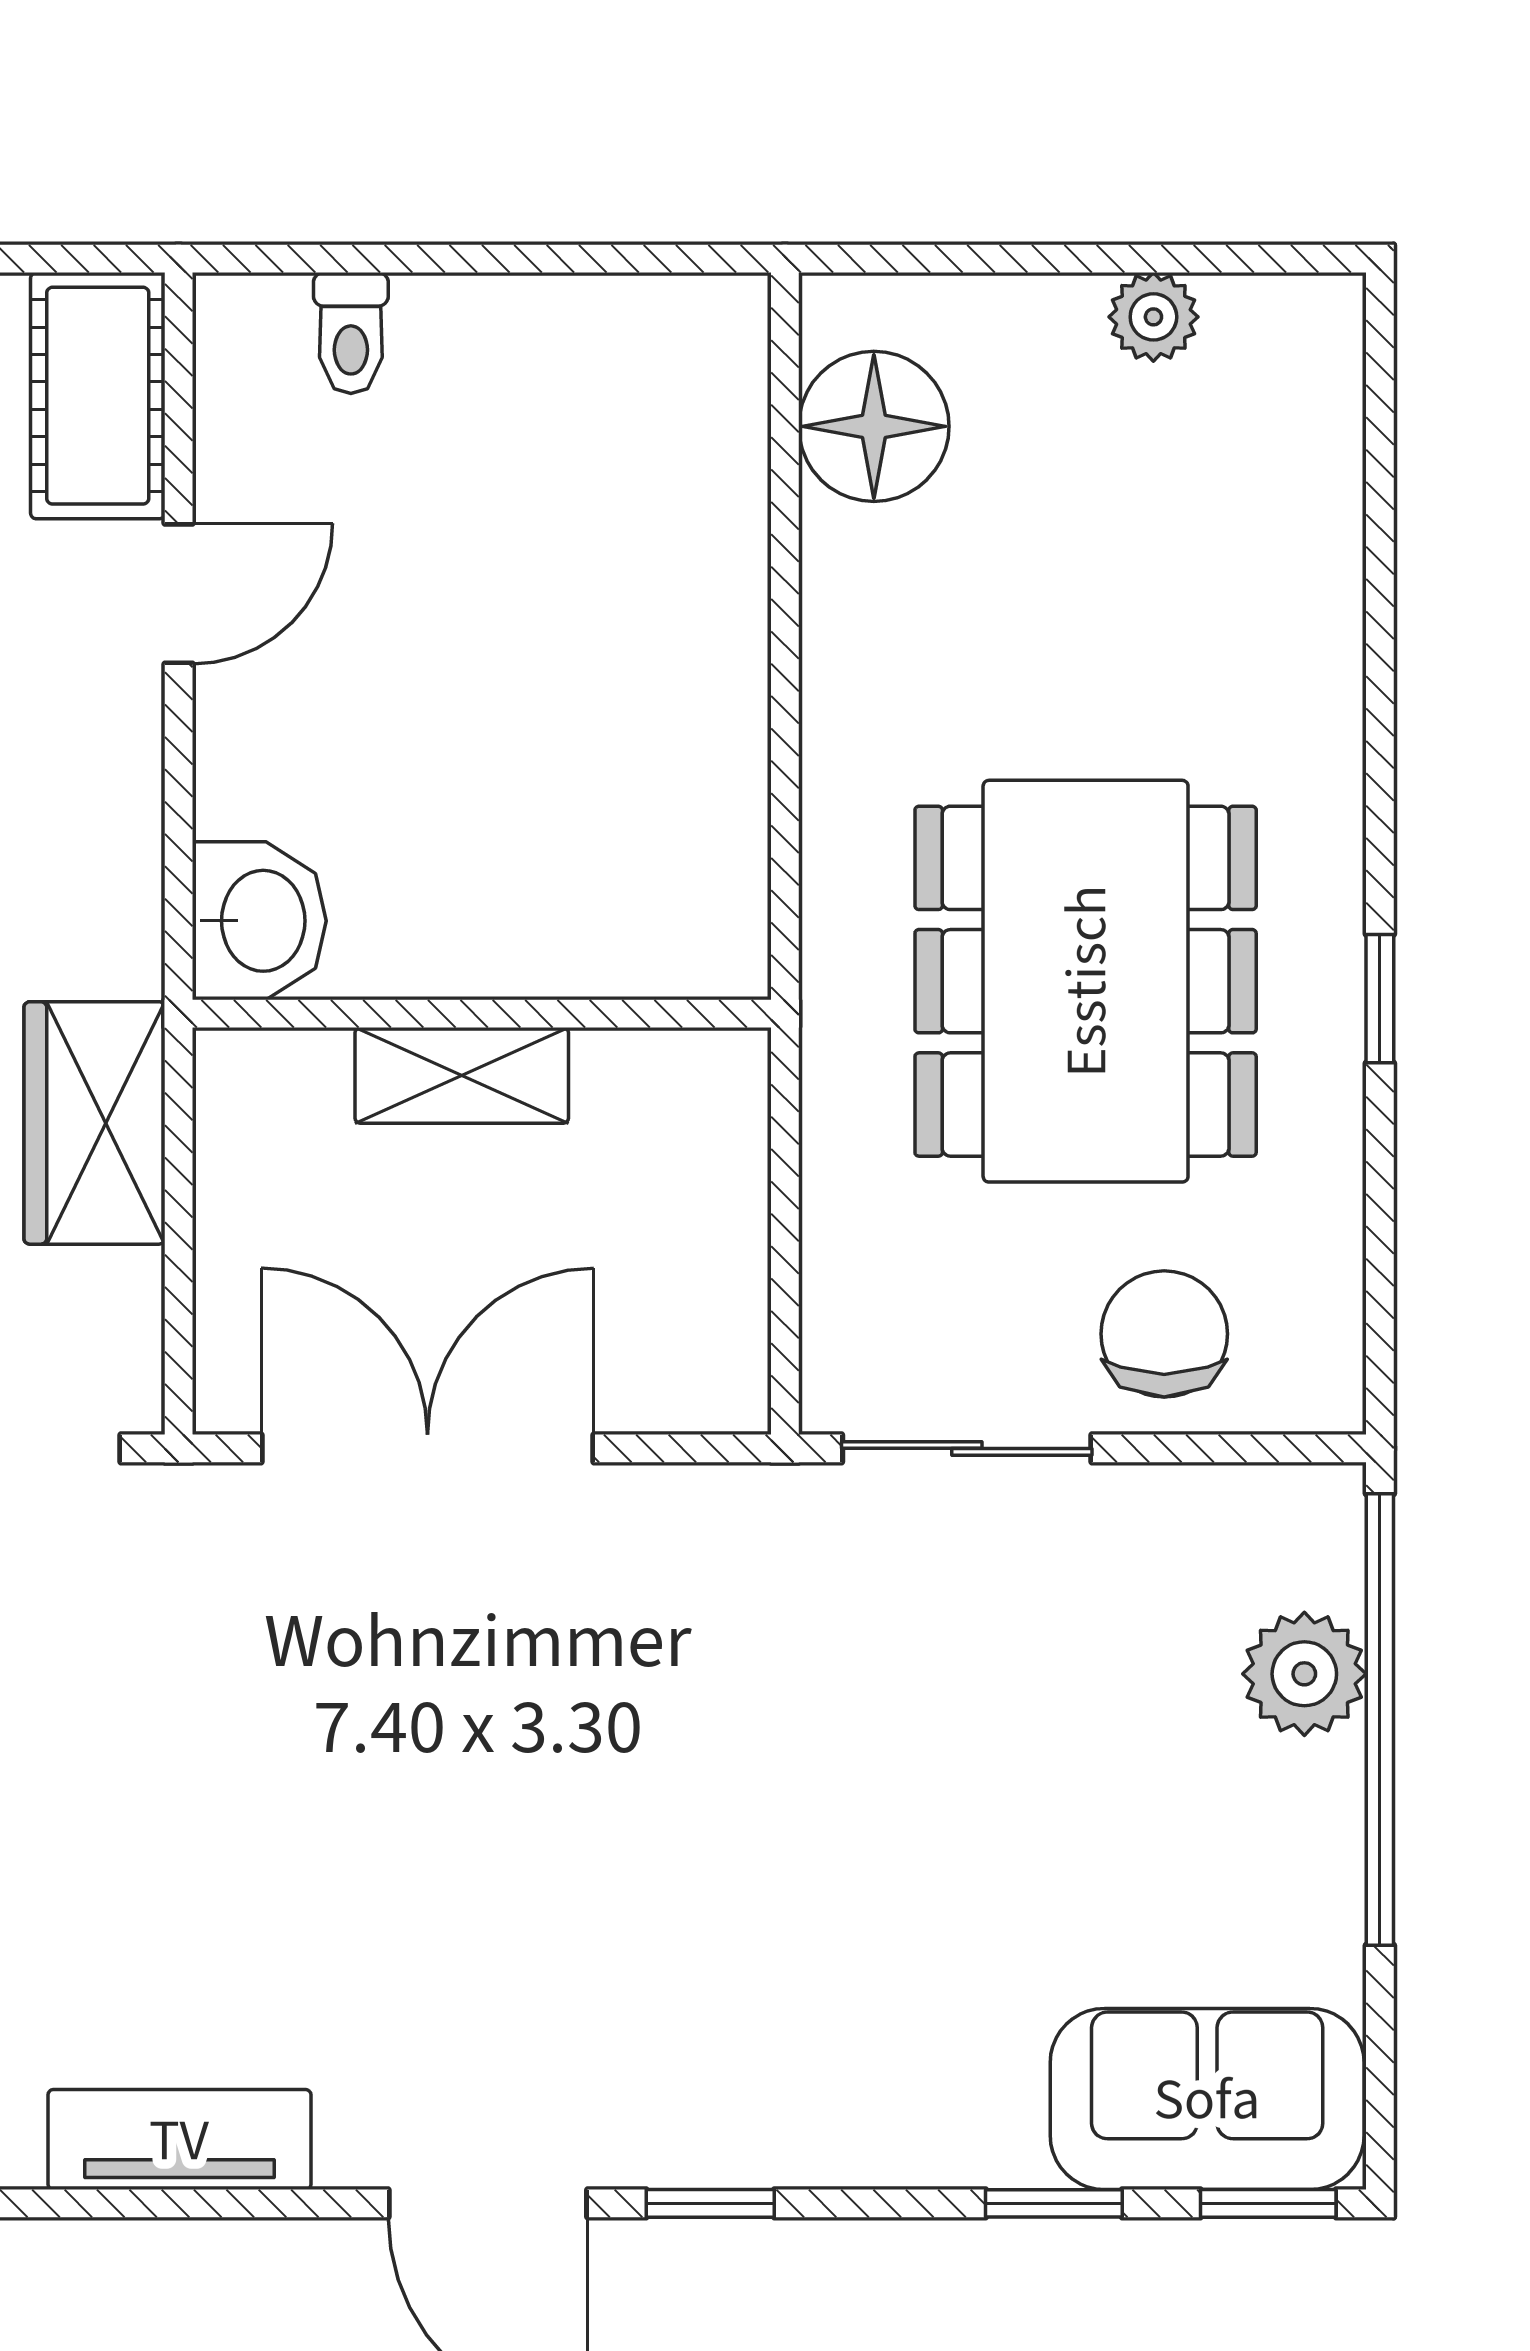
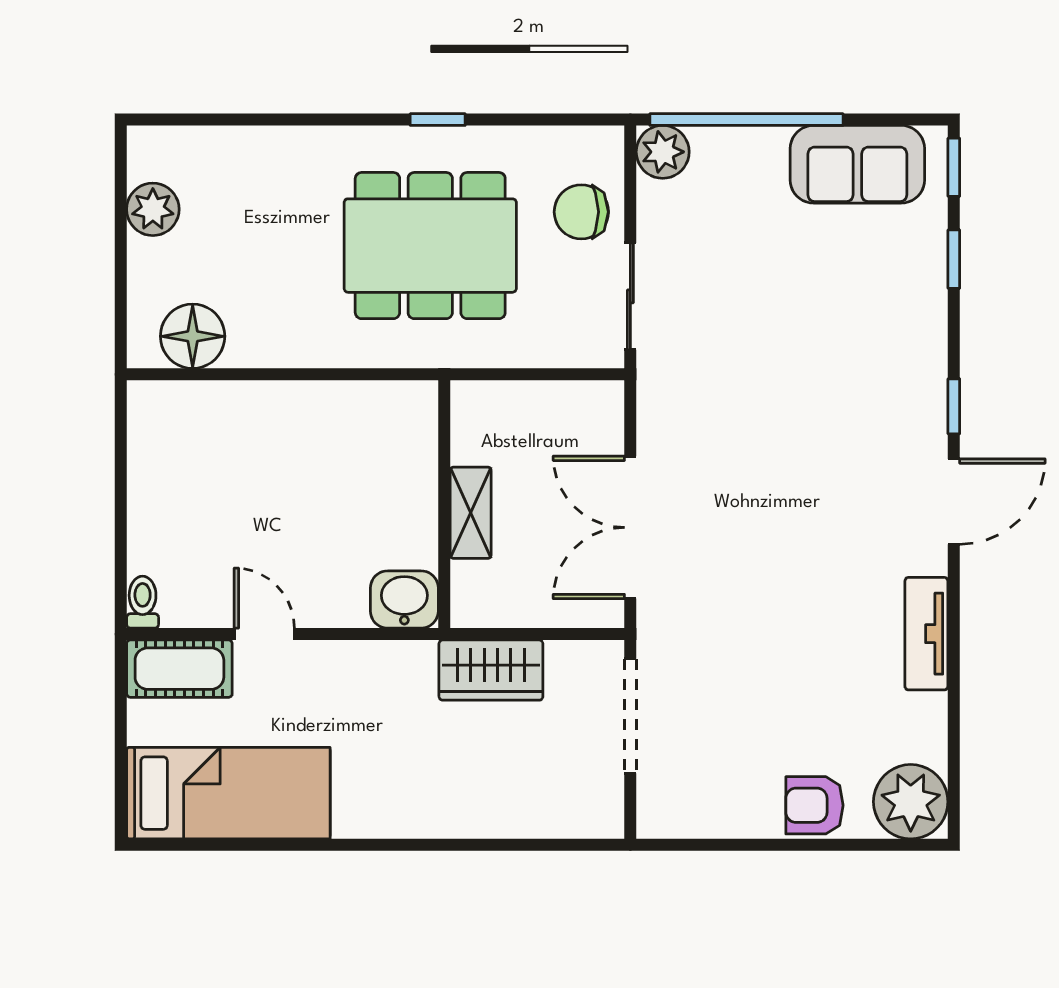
plant: (1153, 317) -> (153, 209), width x1.38, depth x1.38
toilet: (351, 333) -> (143, 602), moved, turned -90
plant: (1304, 1674) -> (663, 152), moved
sofa: (1207, 2099) -> (857, 164), moved, turned -90

